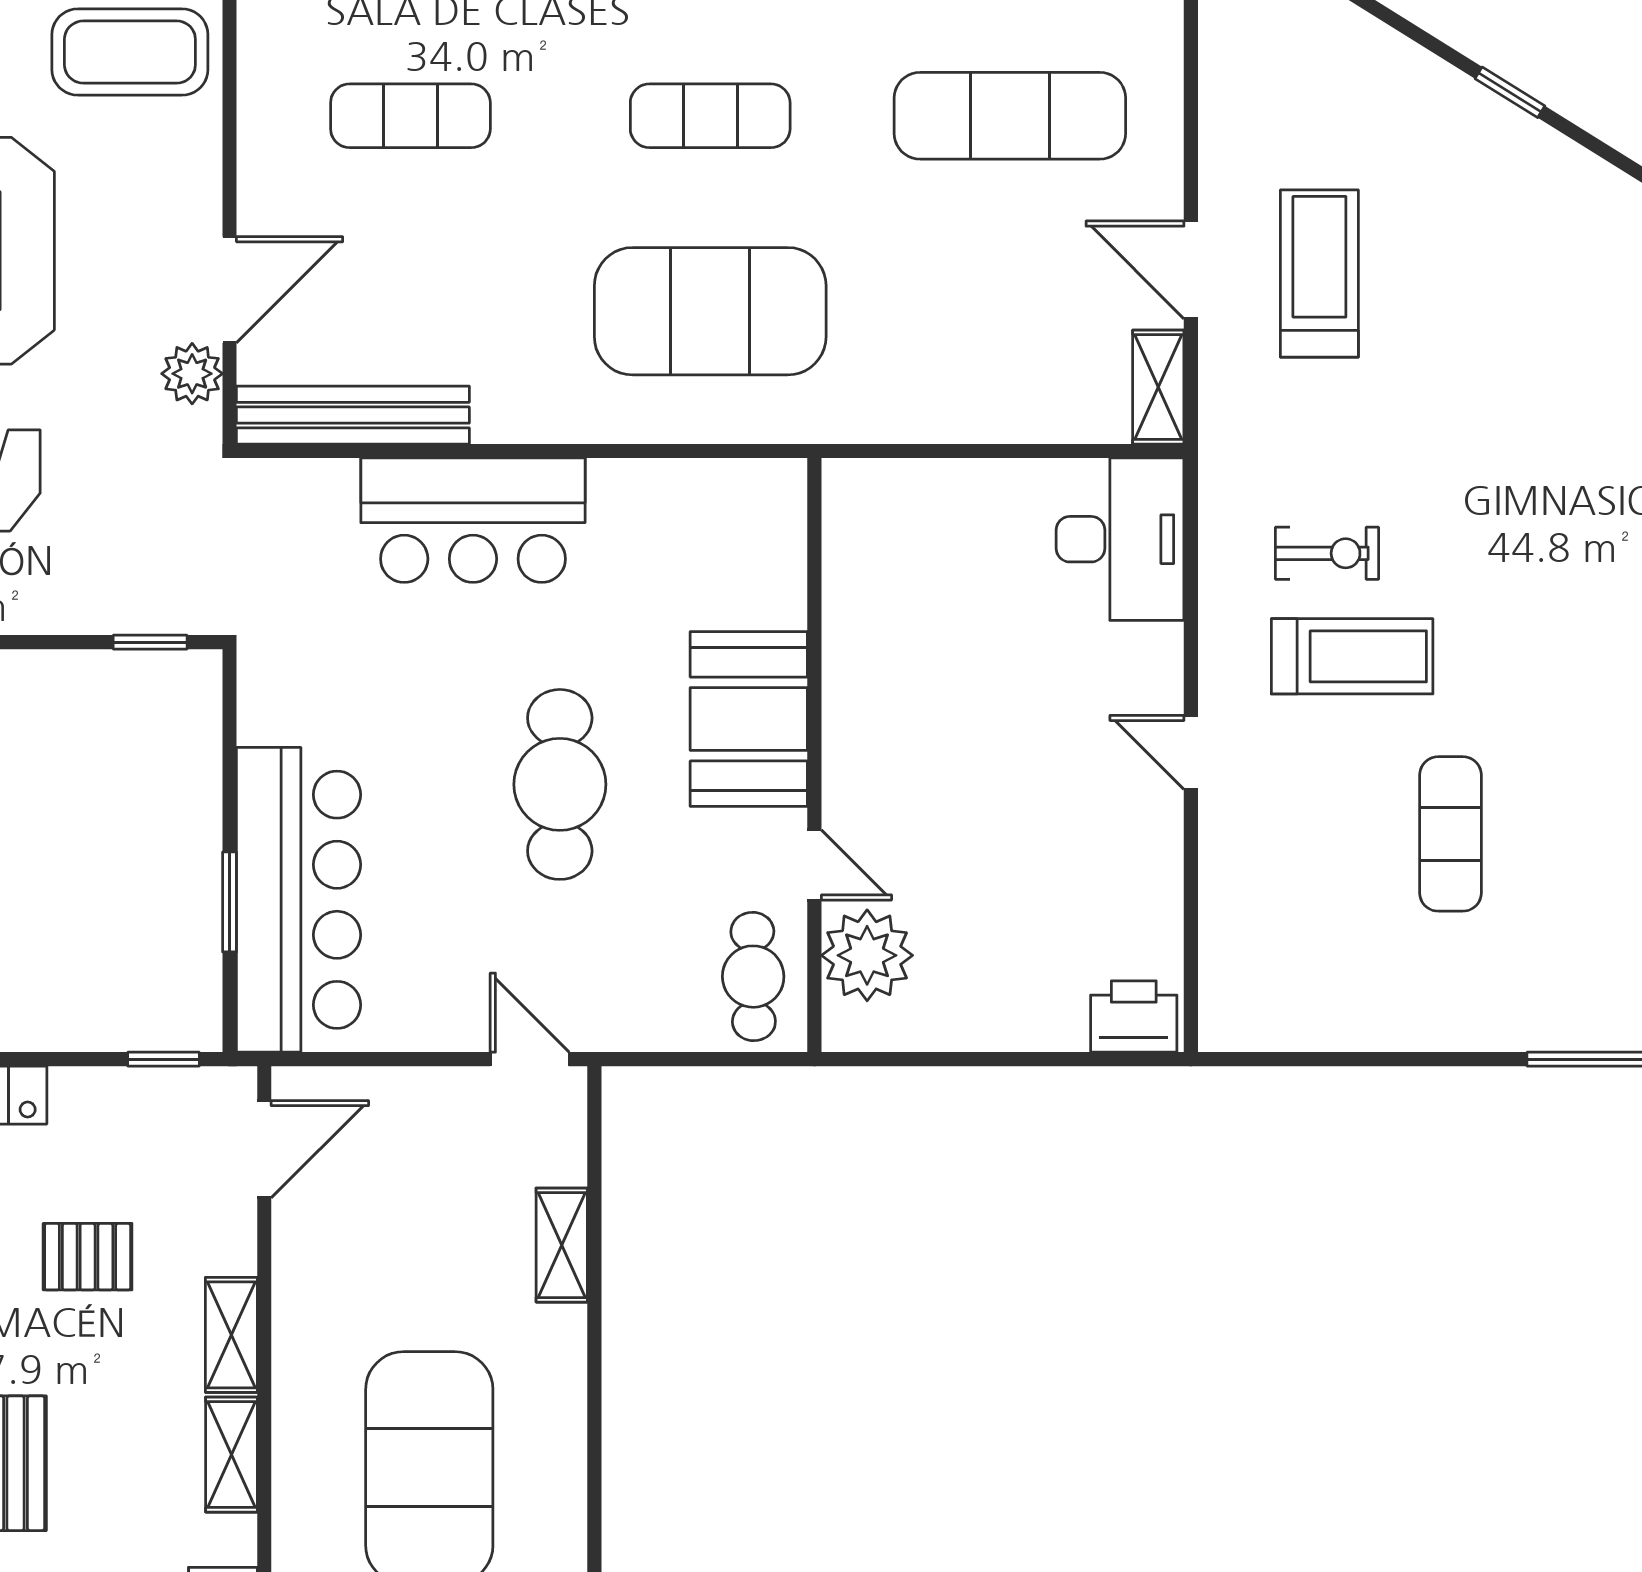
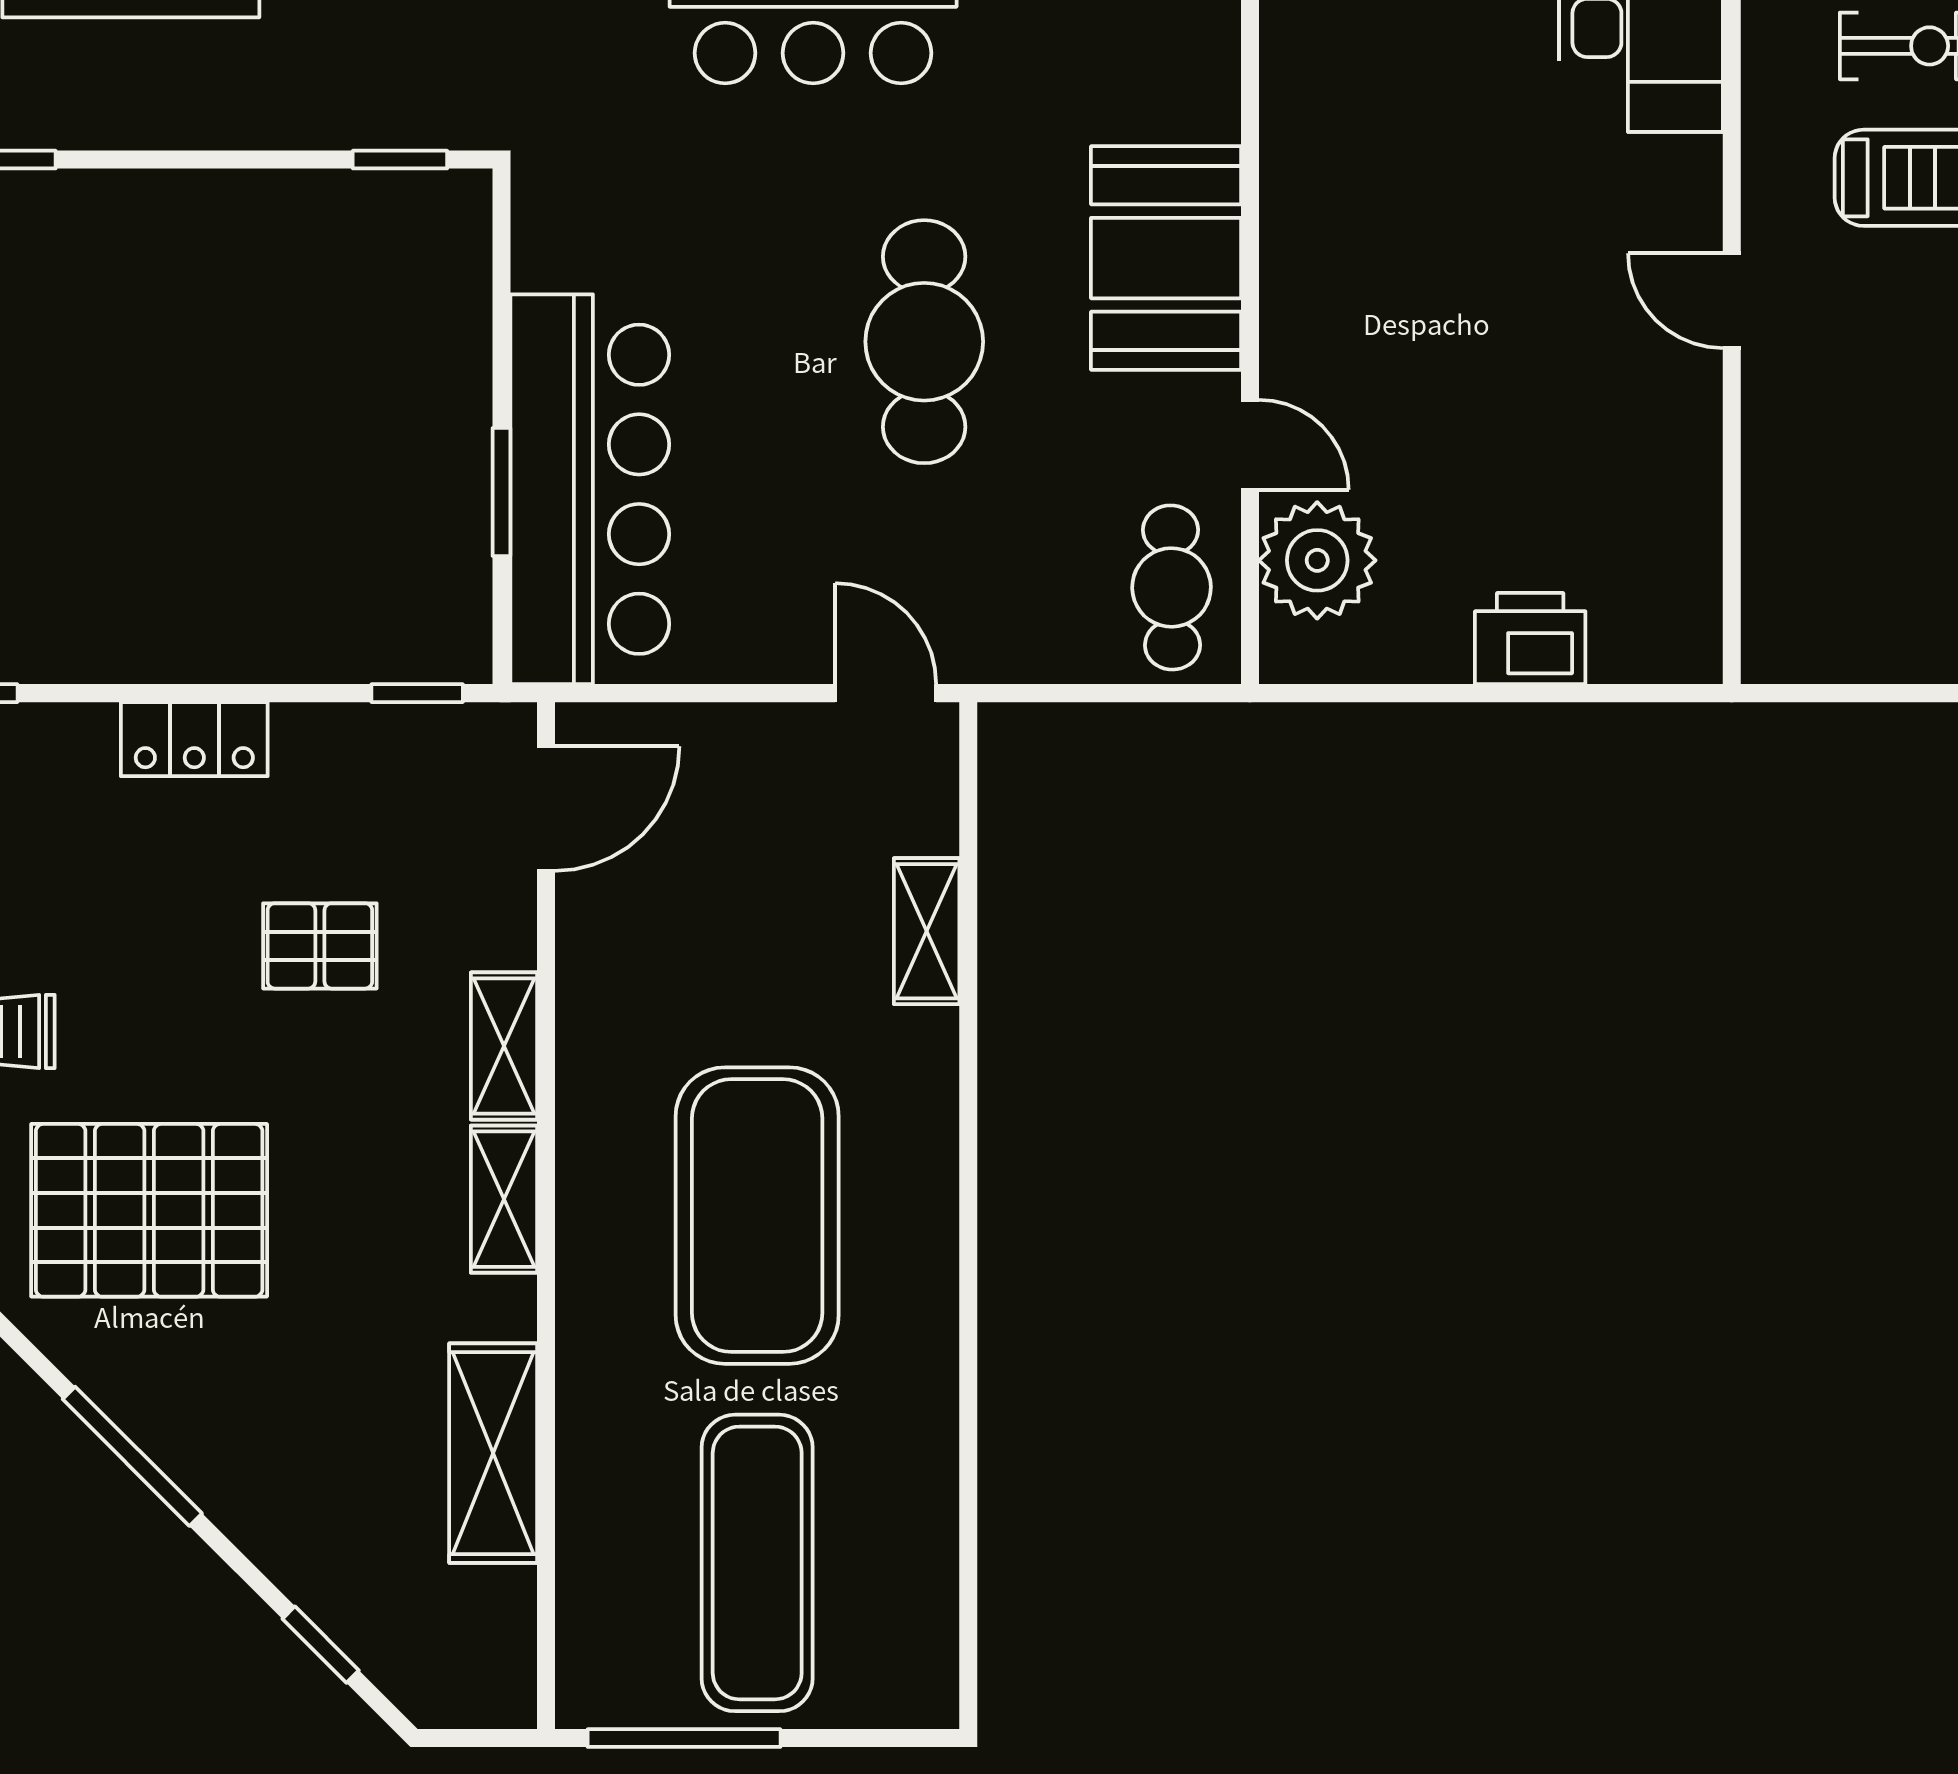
printer: (1134, 1016) -> (1530, 639), moved

